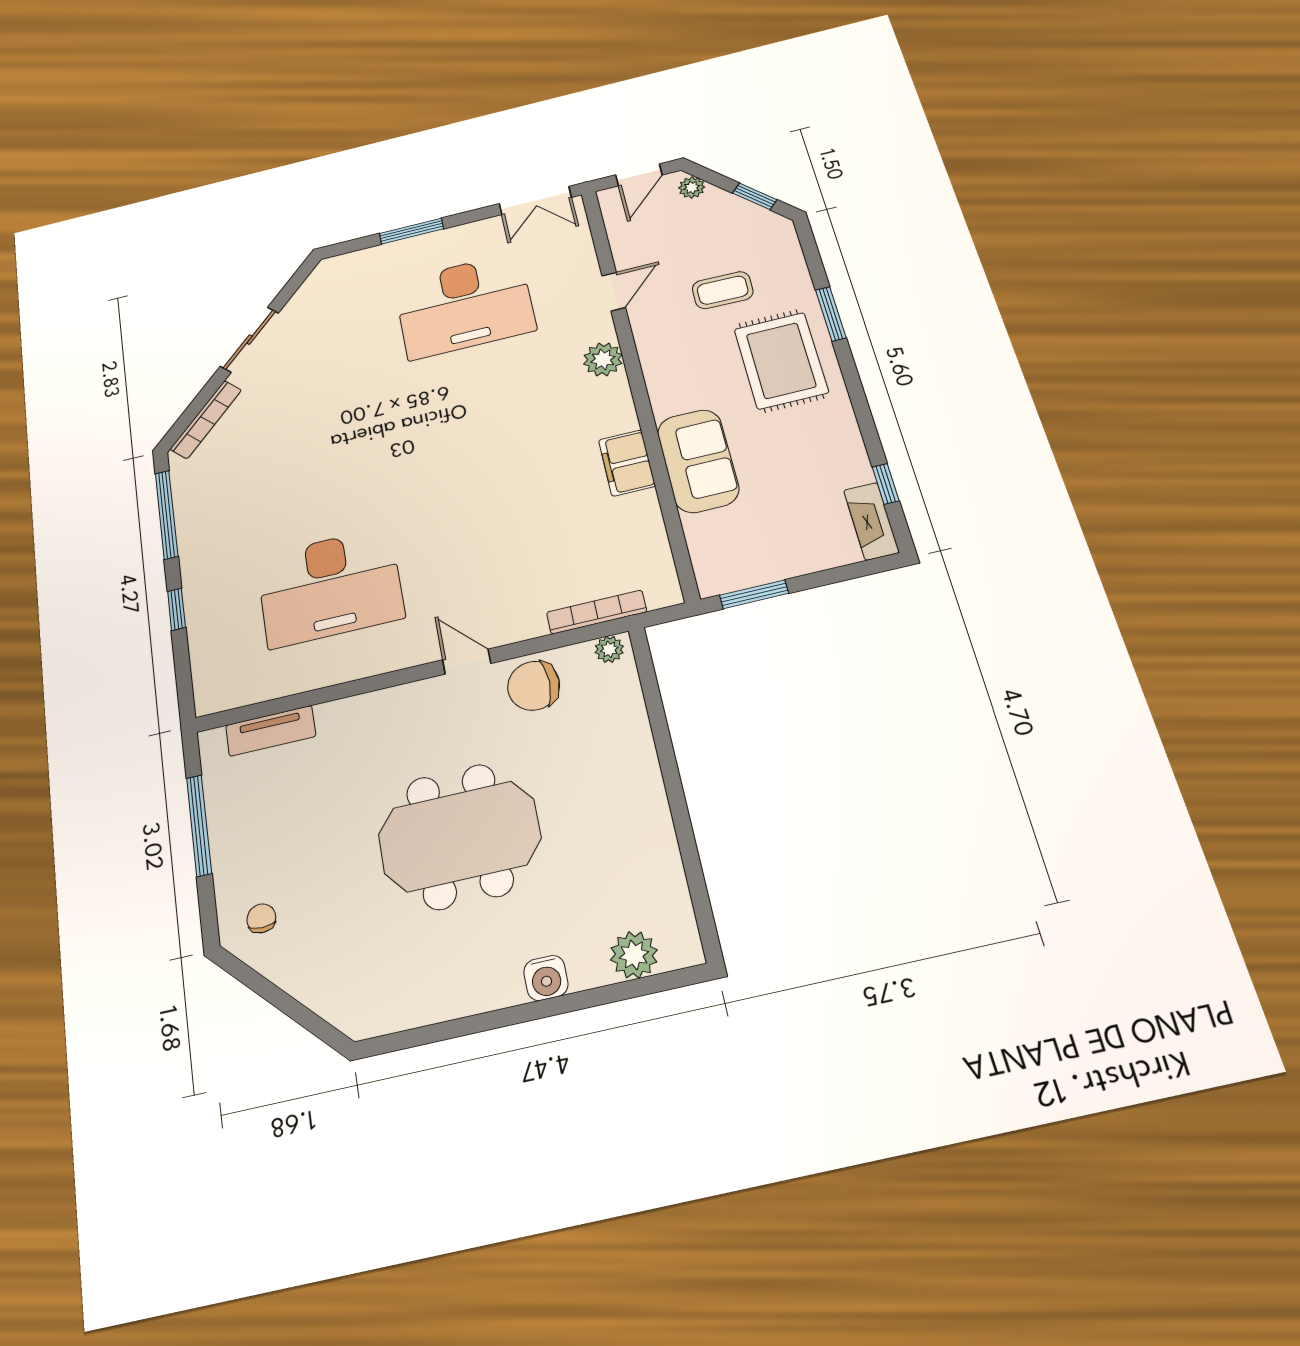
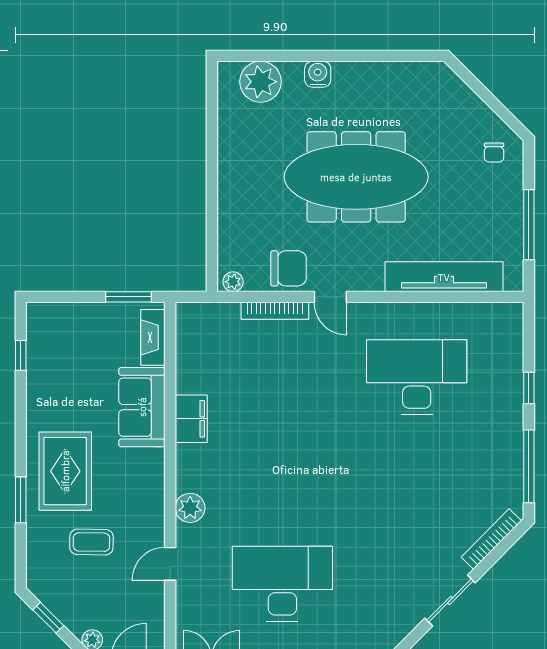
fireplace: (871, 521) -> (153, 337), moved, turned 180
bookcase: (597, 612) -> (275, 311), moved
tv unit: (271, 731) -> (444, 277), width x1.92, depth x1.29
meeting table: (459, 836) -> (356, 177), width x1.36
plant: (634, 955) -> (261, 82), width x1.36, depth x1.36

